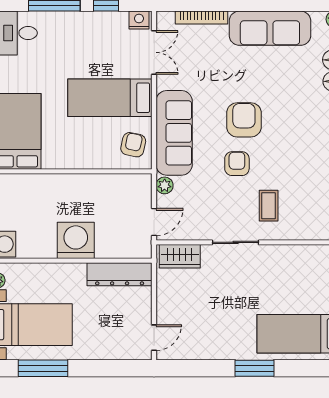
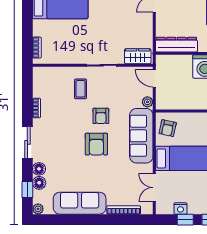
nightstand: (139, 20) -> (180, 208), moved
door: (154, 222) -> (154, 78), hinge flipped

